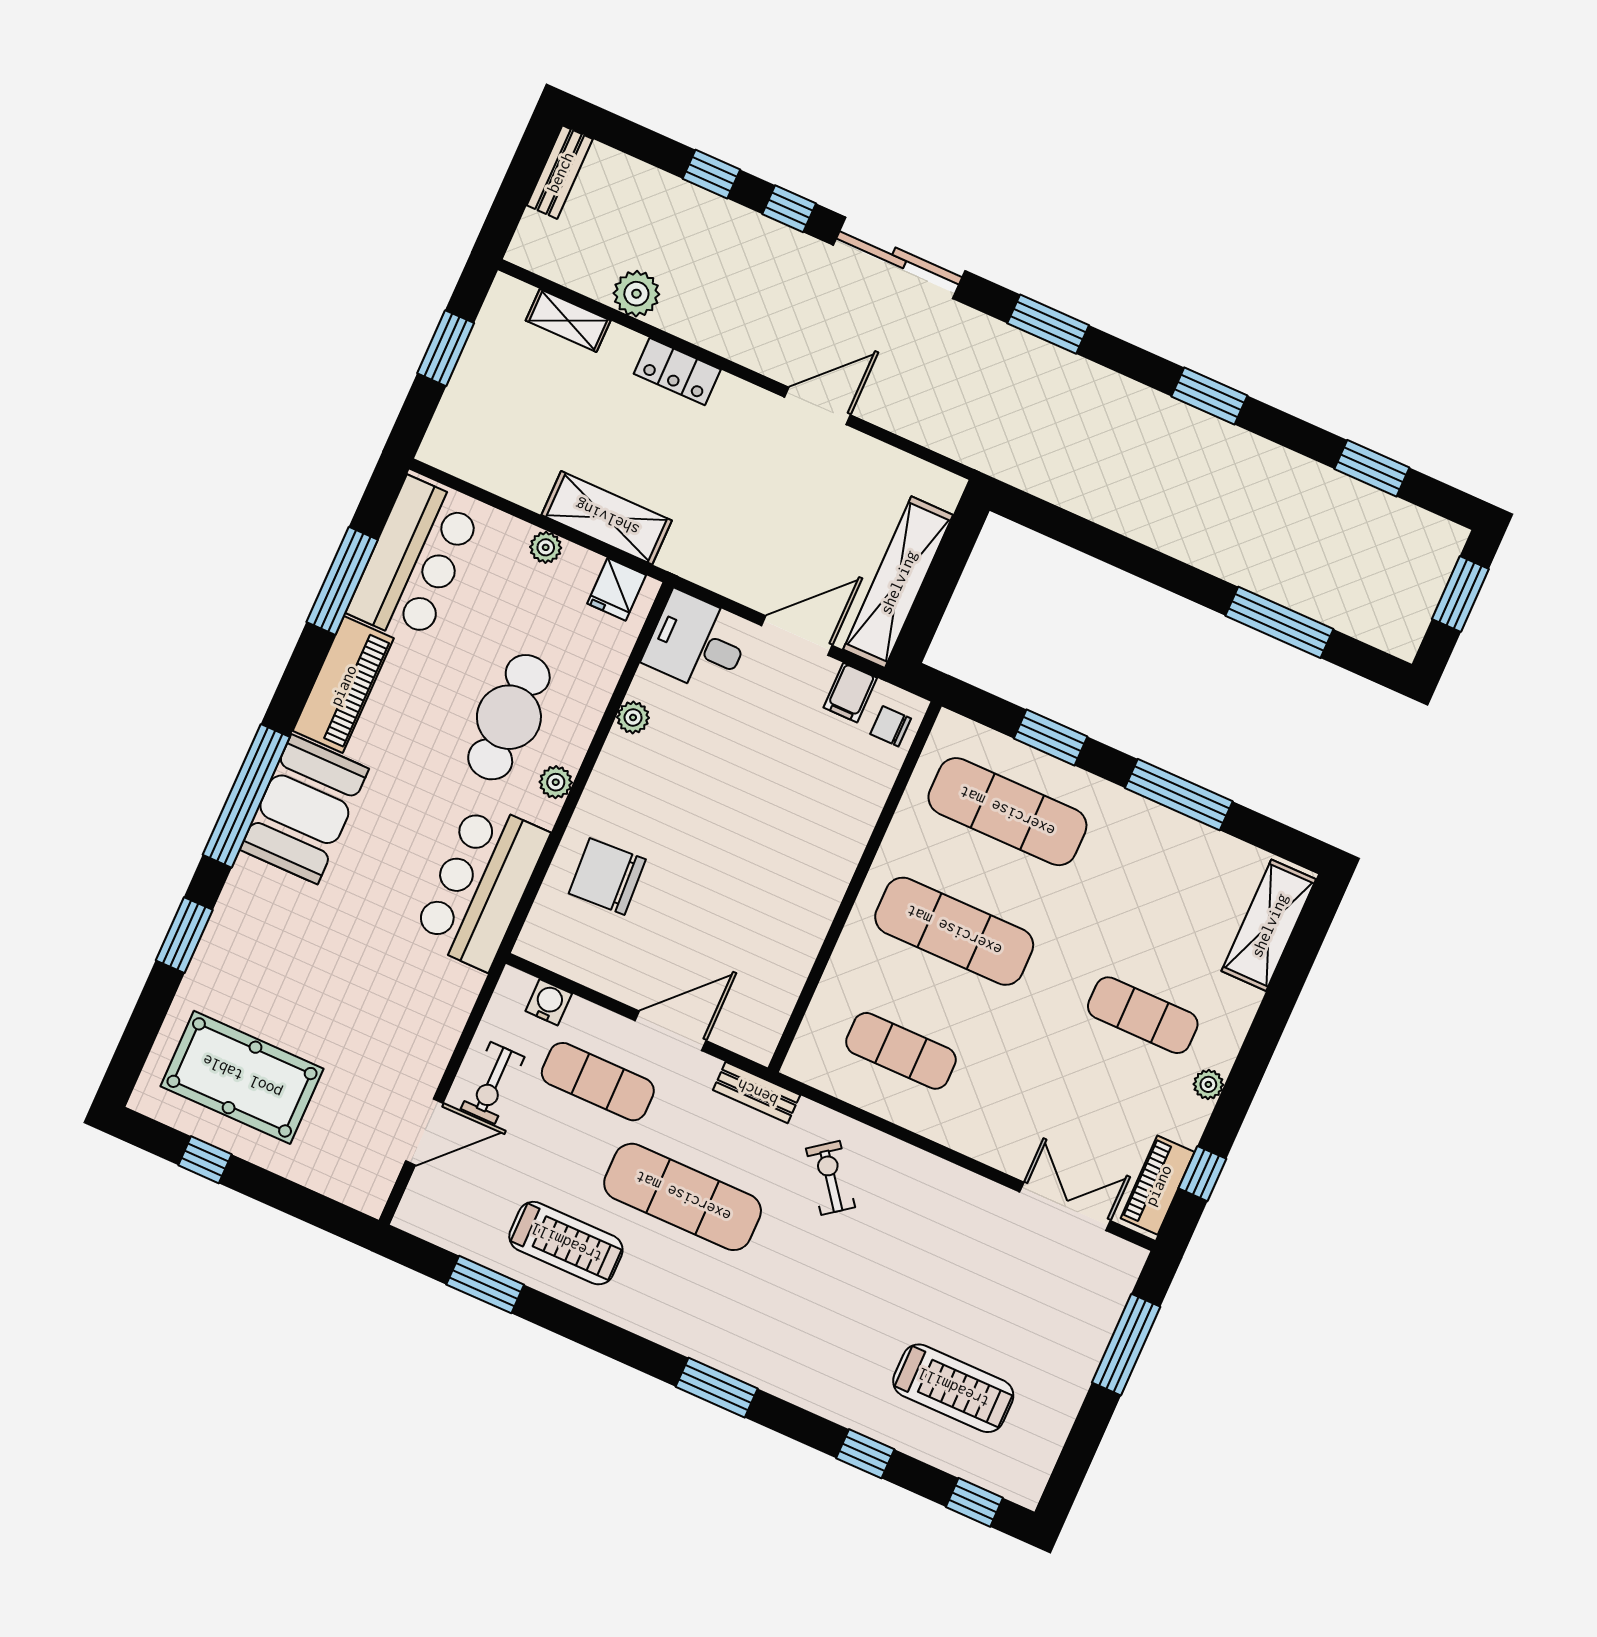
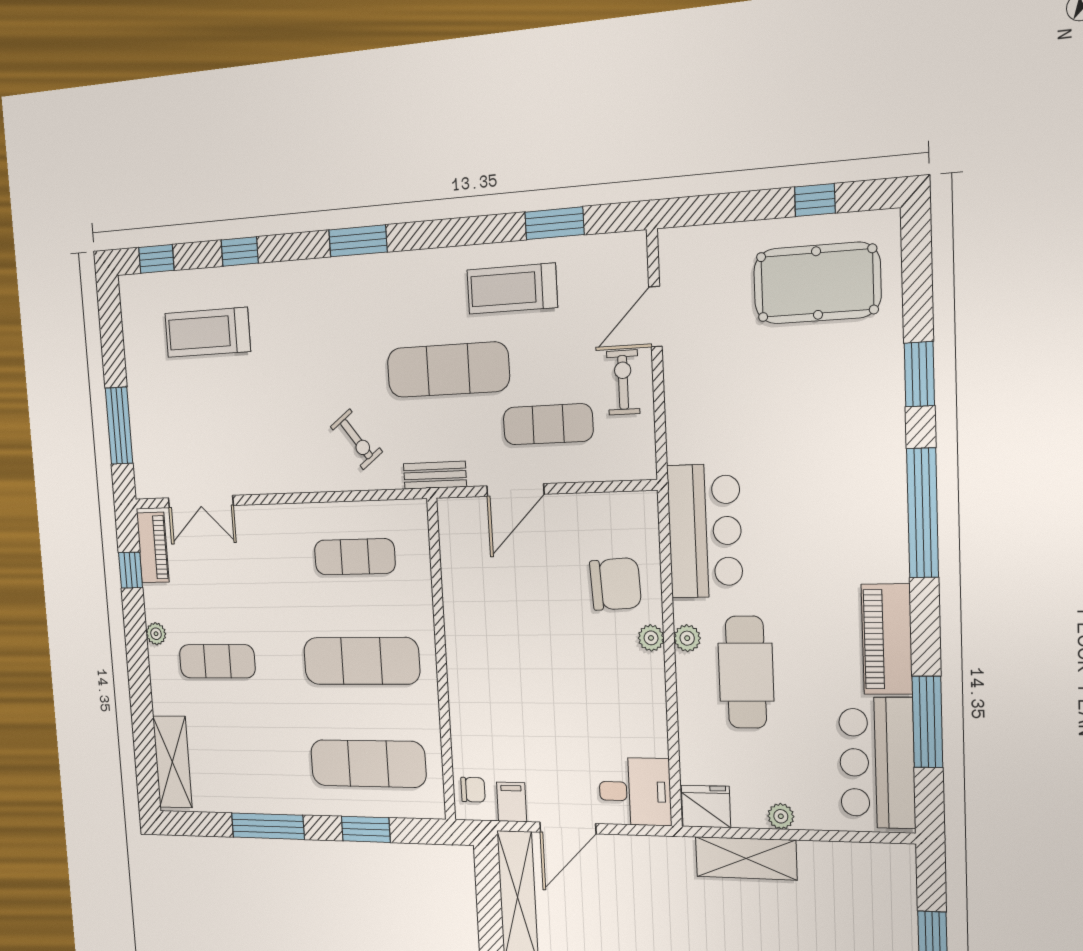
fridge: (617, 589) -> (706, 806), width x1.38
plant: (633, 717) -> (651, 638), moved
booth: (304, 809) -> (870, 525), removed
water cooler: (549, 1002) -> (612, 466), removed

